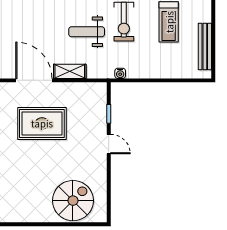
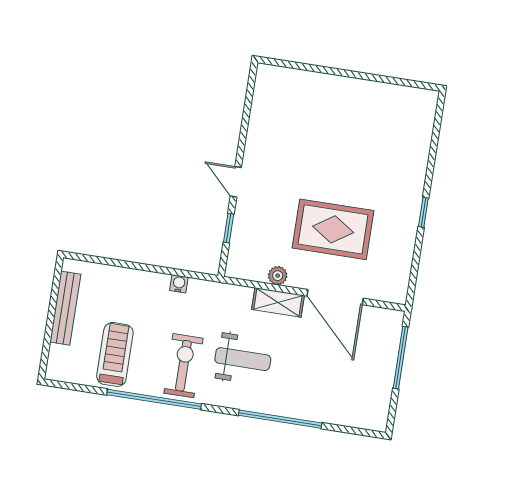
water cooler: (120, 73) -> (179, 284), moved
plant: (73, 88) -> (278, 276), added
spiral stairs: (73, 201) -> (304, 104), removed

